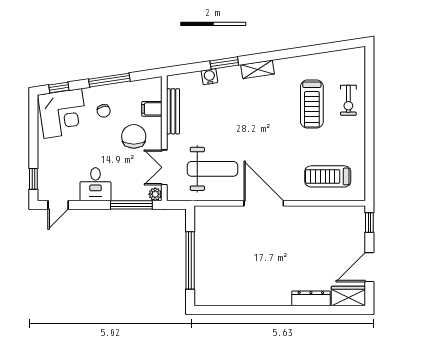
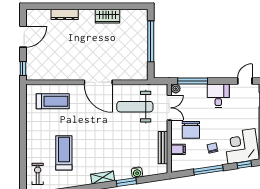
exercise bike: (348, 100) -> (38, 174), moved
wardrobe: (348, 296) -> (107, 16), moved

